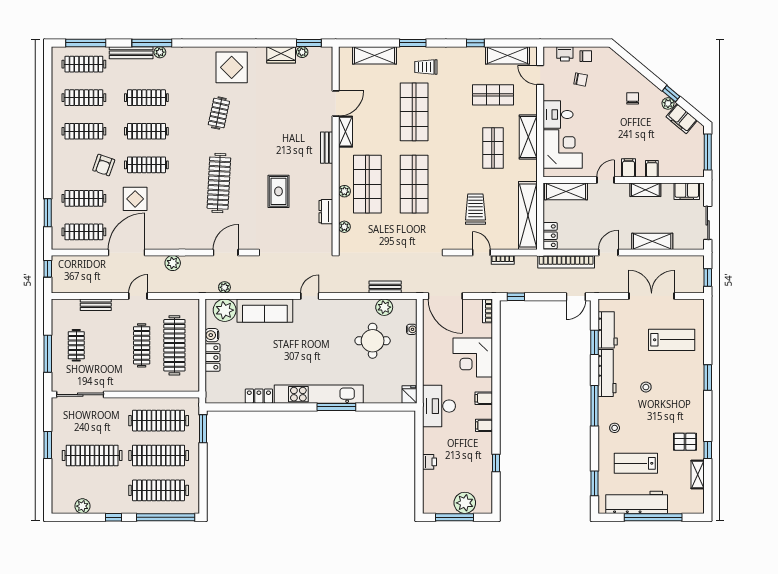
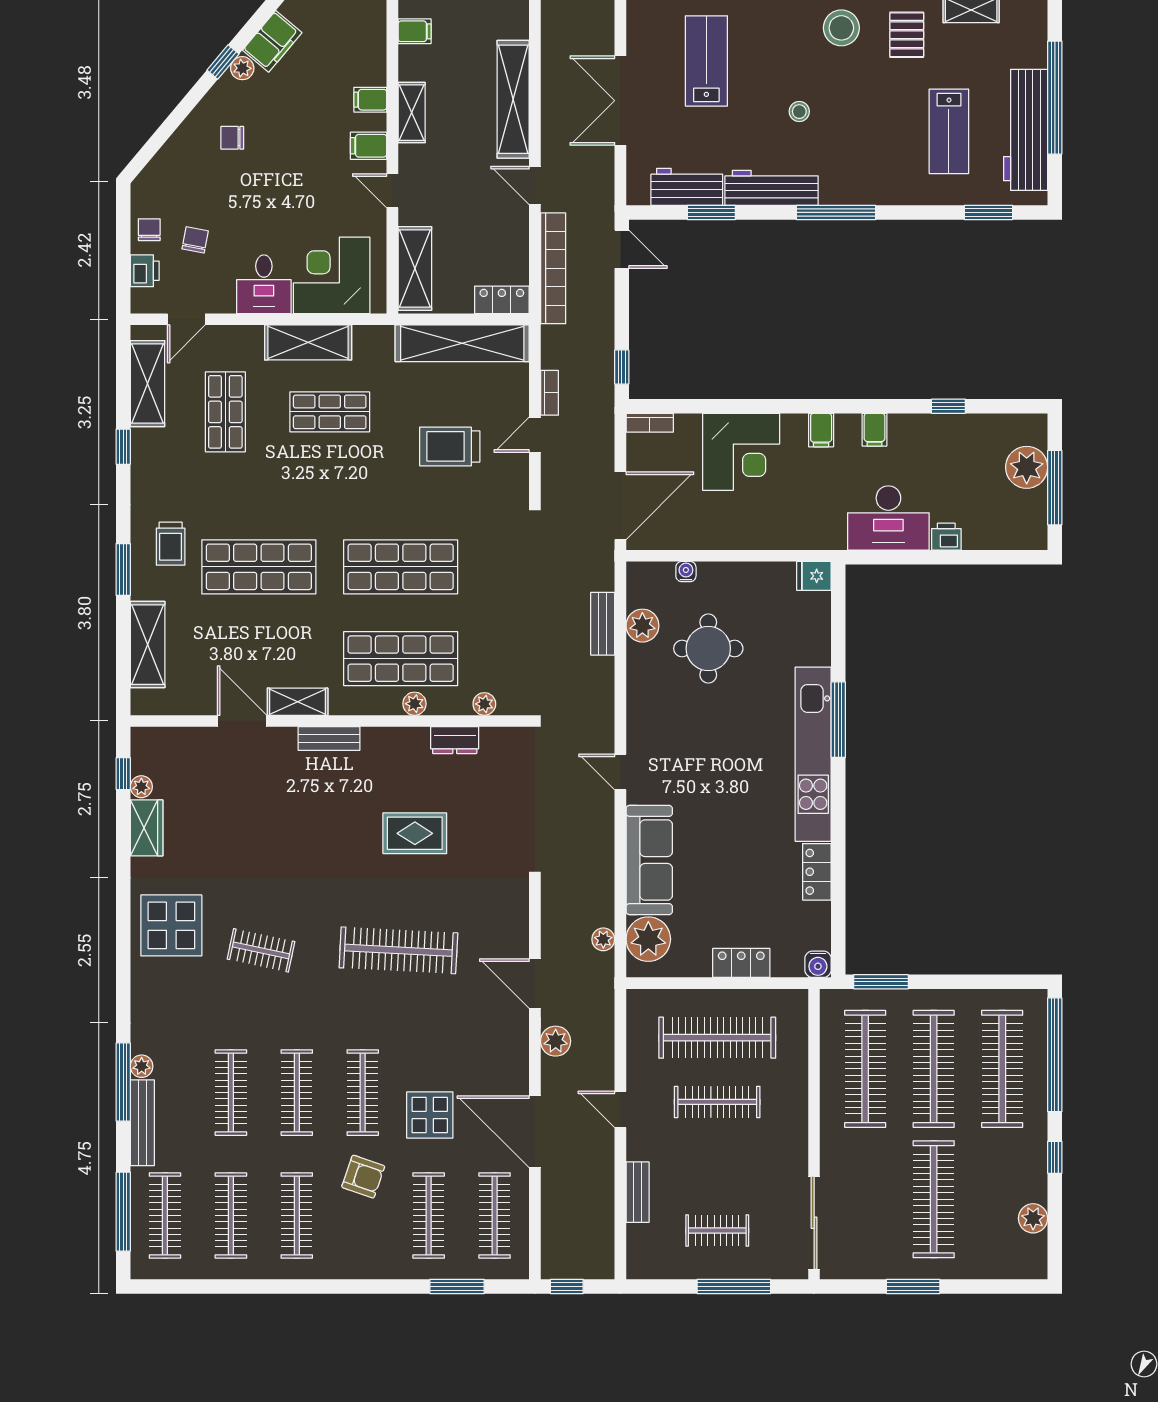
window: (309, 43) -> (123, 774), width x0.67
filing cabinet: (687, 191) -> (415, 31), width x0.50
shelving: (652, 241) -> (513, 99), width x1.47
door: (226, 252) -> (535, 984), moved
water cooler: (212, 335) -> (818, 964), moved
desk: (439, 406) -> (888, 518), moved
stool: (615, 428) -> (841, 28), moved, width x1.89, depth x1.89

